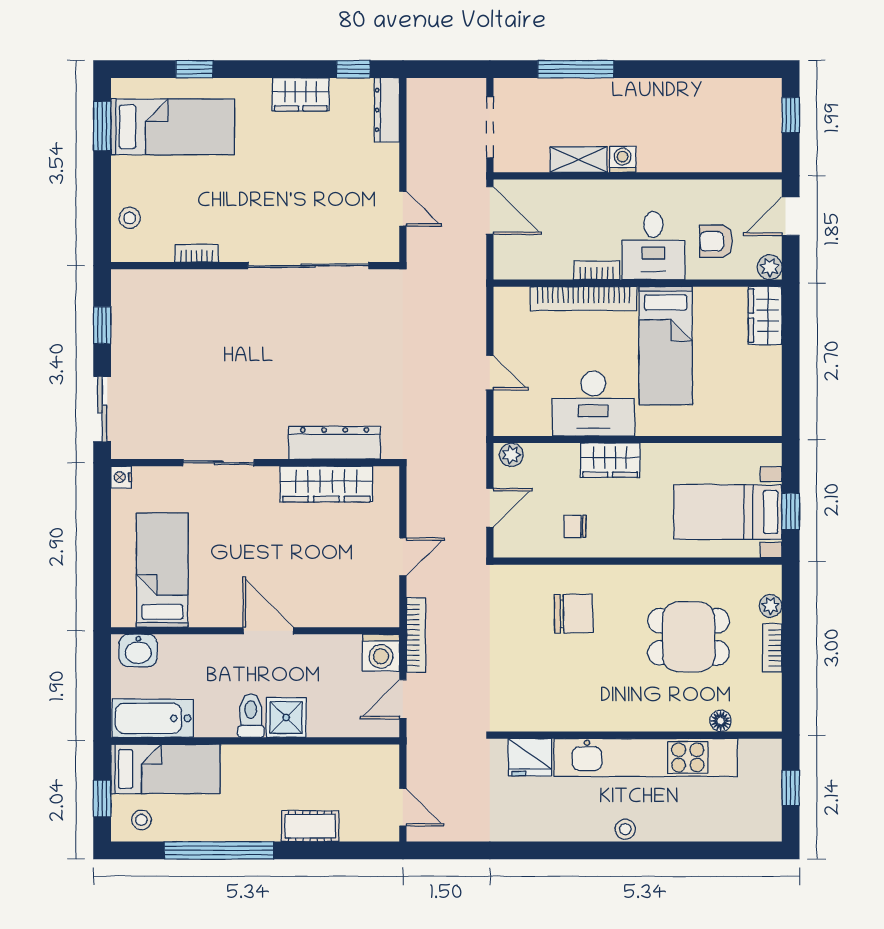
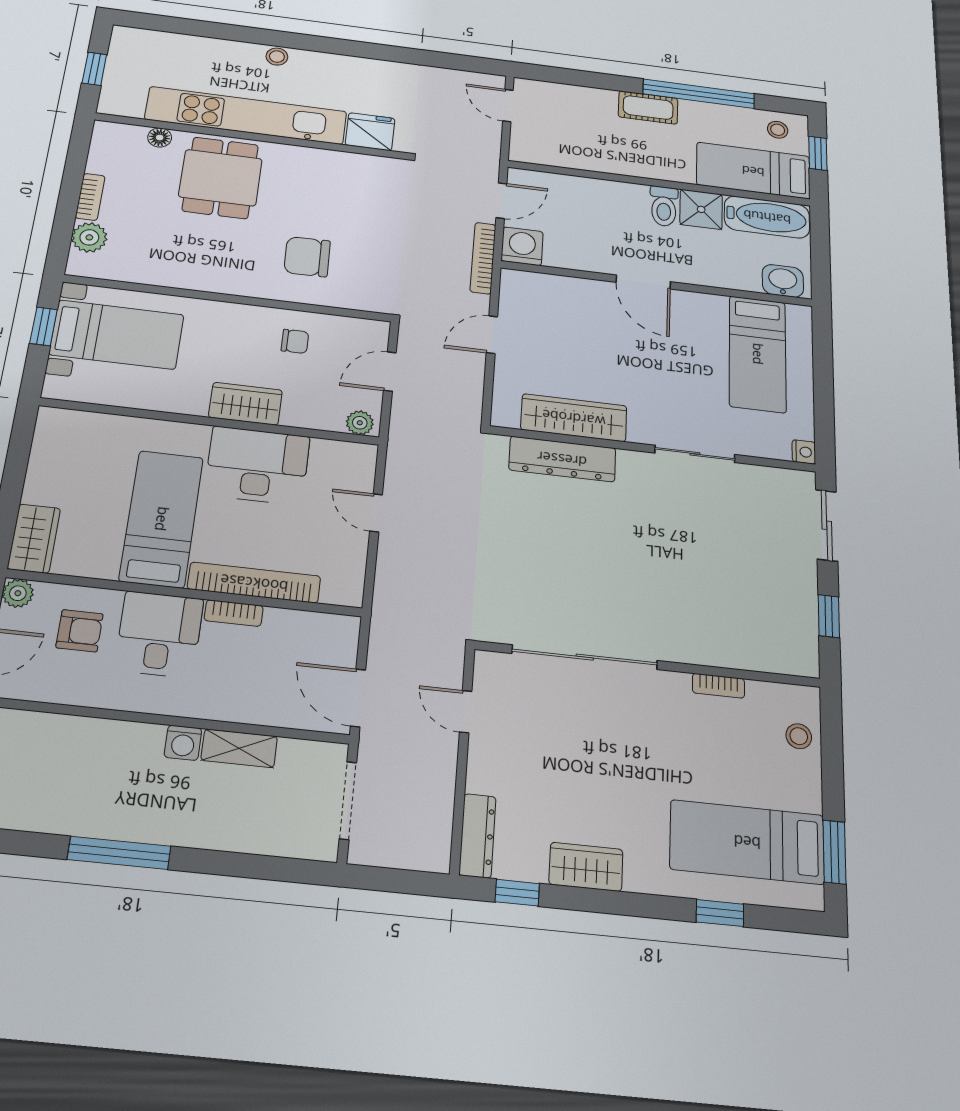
window: (576, 69) -> (119, 853), moved
plant: (771, 606) -> (89, 237), width x1.38, depth x1.38
dining table: (689, 637) -> (220, 178), moved, turned 90
shower: (286, 718) -> (701, 209), moved
cot: (310, 826) -> (648, 108), moved

